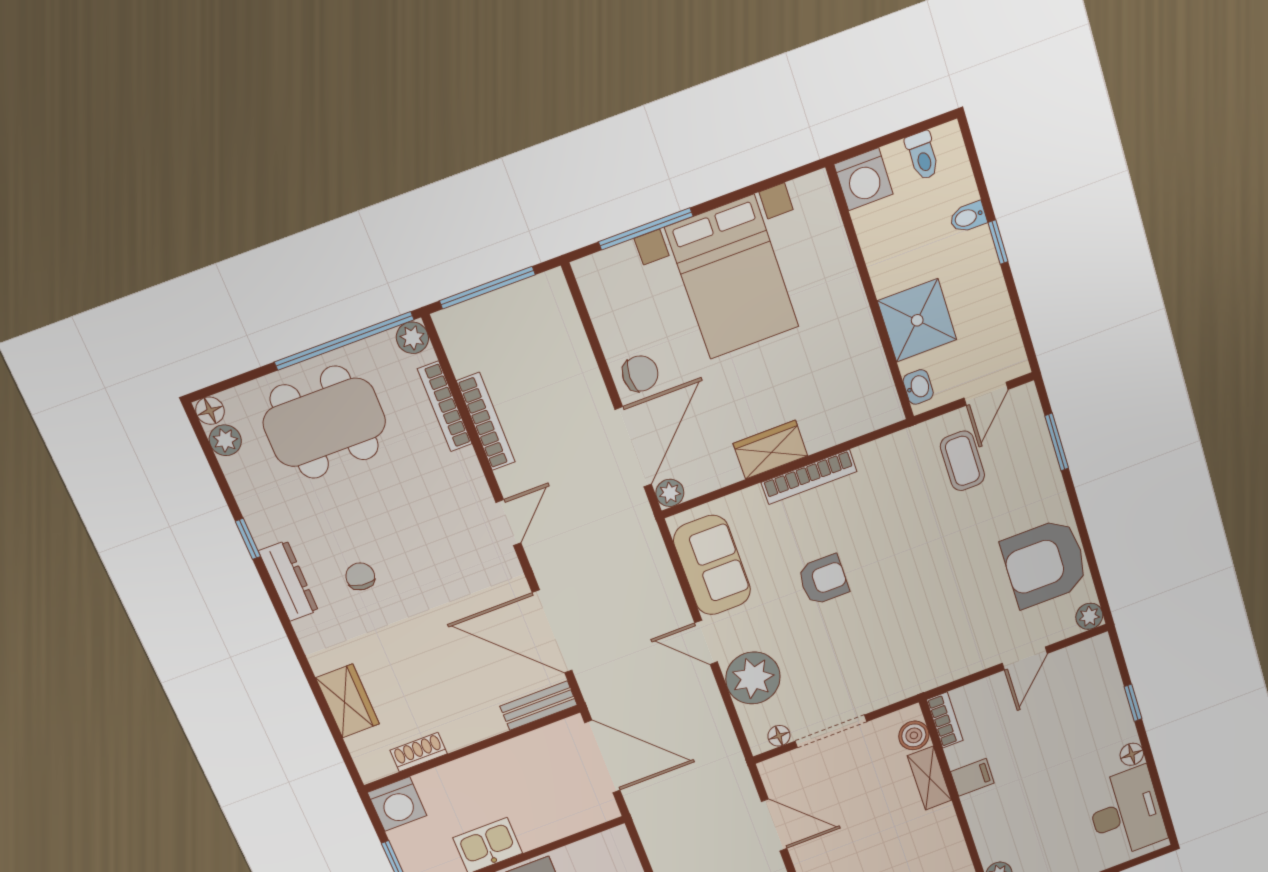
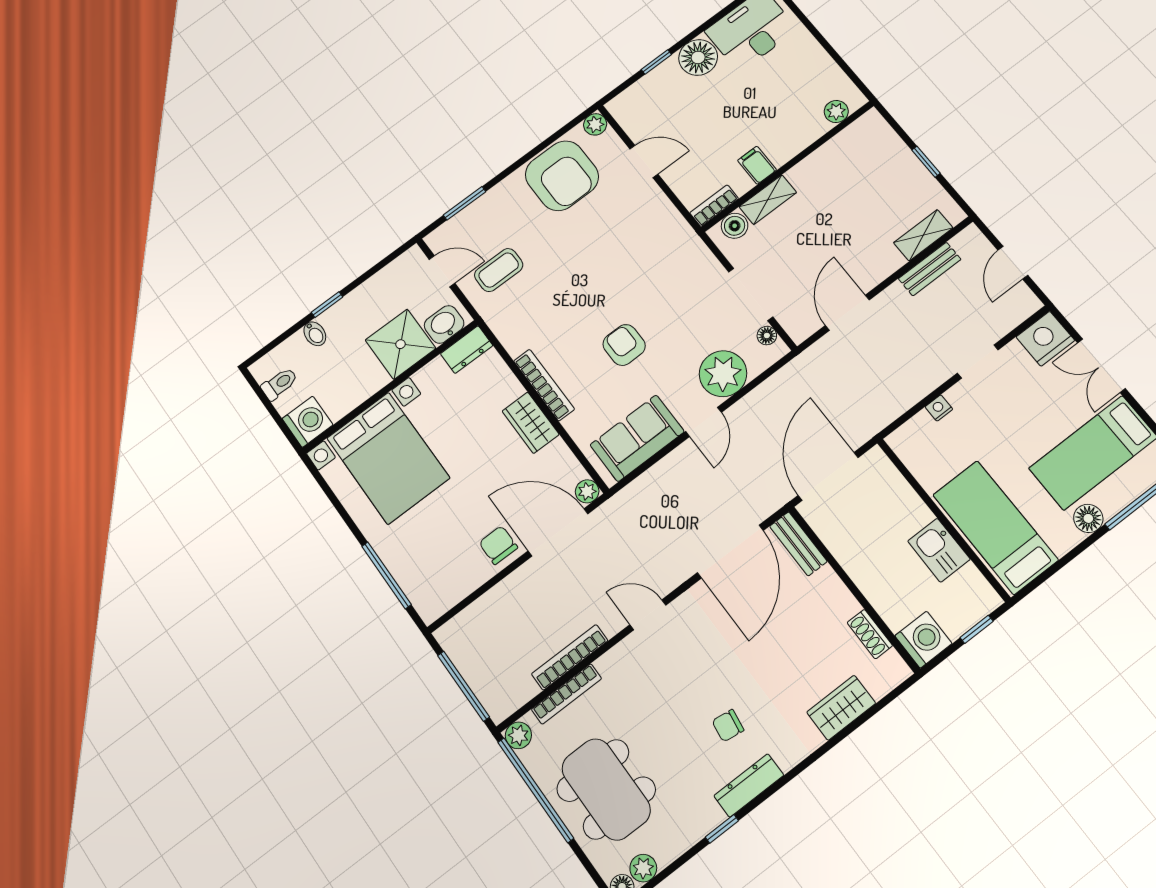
bed with nightstands: (732, 277) -> (388, 458), moved, turned 90
washbasin: (918, 387) -> (444, 324), width x1.38, depth x1.45
dresser: (882, 398) -> (467, 350), added
floor lamp: (1132, 754) -> (698, 57), width x1.89, depth x1.89

